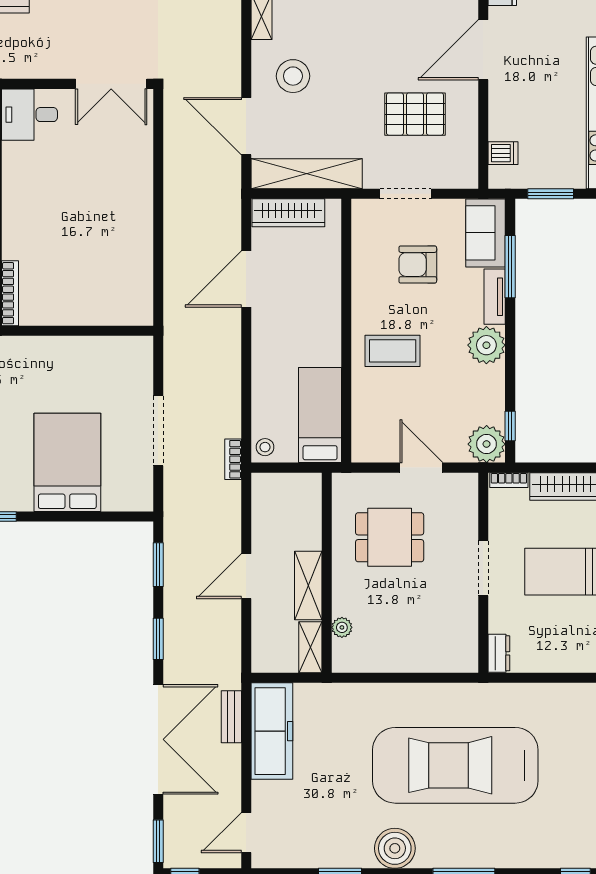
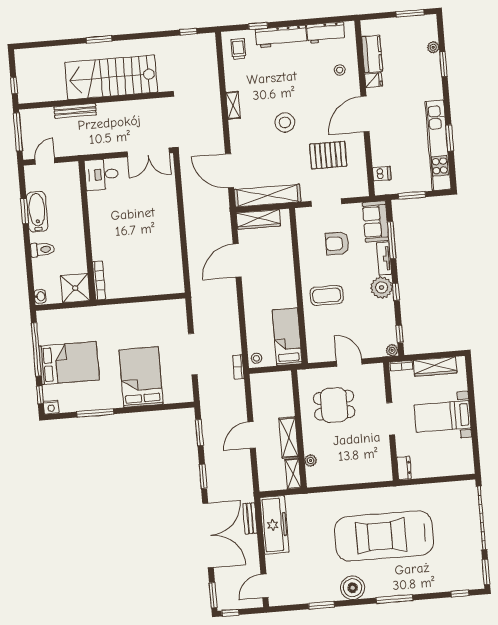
stool: (293, 76) -> (285, 122), moved
window: (510, 355) -> (396, 292), added
plant: (487, 444) -> (392, 350), width x0.53, depth x0.53

